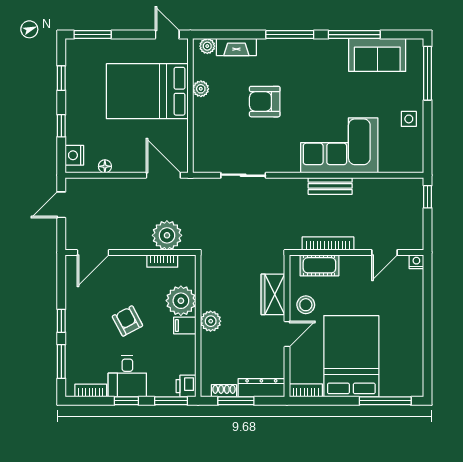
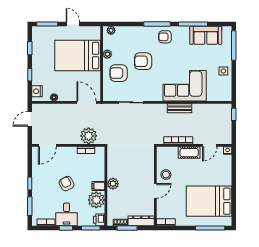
door: (167, 35) -> (73, 24), moved
fireplace: (236, 47) -> (127, 31), removed
armchair: (304, 58) -> (165, 37), added
armchair: (221, 123) -> (119, 73), added
cot: (319, 265) -> (189, 153), moved
wardrobe: (273, 294) -> (148, 169), removed
plant: (181, 301) -> (96, 200), moved
bed: (351, 356) -> (209, 201), moved, turned -90

